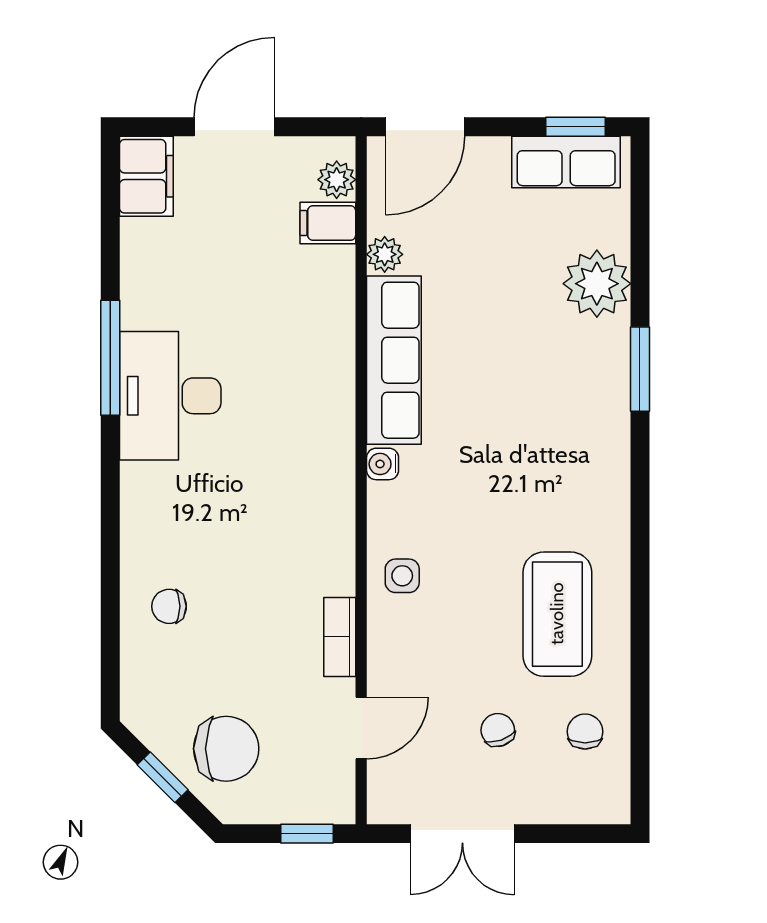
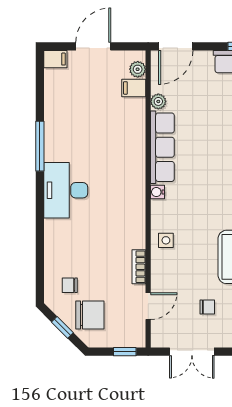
filing cabinet: (146, 176) -> (55, 59), width x0.50
desk: (170, 396) -> (66, 190), moved
chair: (169, 606) -> (70, 285), moved
chair: (498, 730) -> (207, 307), turned 109

